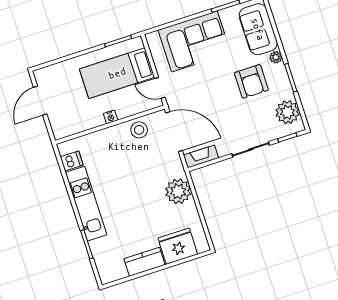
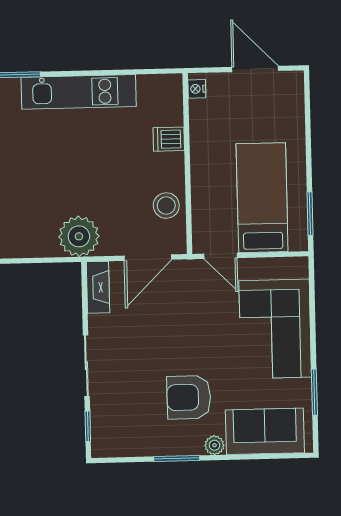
door: (160, 88) -> (220, 256), swing flipped
plant: (288, 112) -> (126, 438), removed
nightstand: (111, 117) -> (197, 89), moved
door: (174, 132) -> (148, 258), width x0.73
dishwasher: (72, 161) -> (169, 139), moved, turned 90
plant: (178, 191) -> (79, 236), moved

